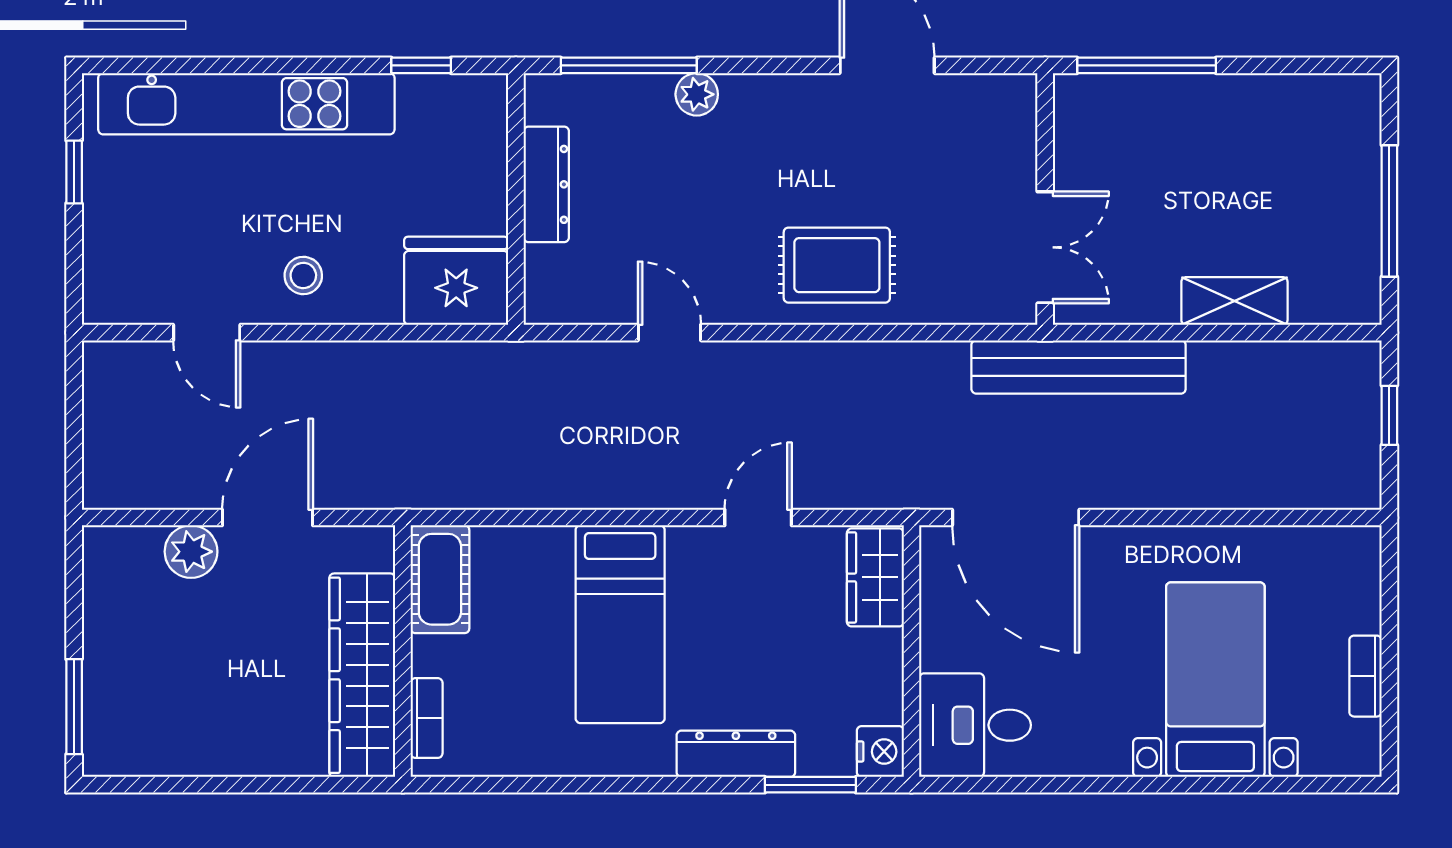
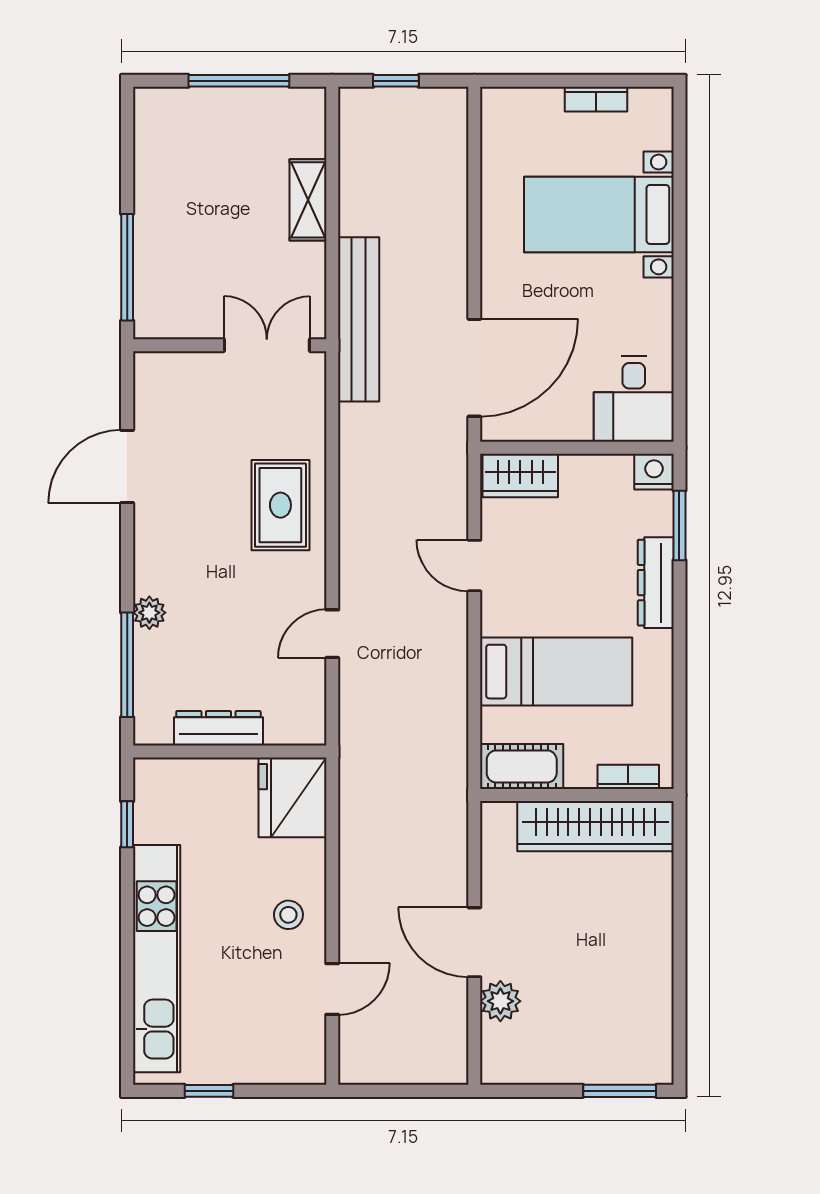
cot: (440, 579) -> (522, 766), moved
wall: (403, 651) -> (577, 795), moved
wardrobe: (362, 675) -> (595, 826), moved
bookcase: (427, 718) -> (628, 777), moved

